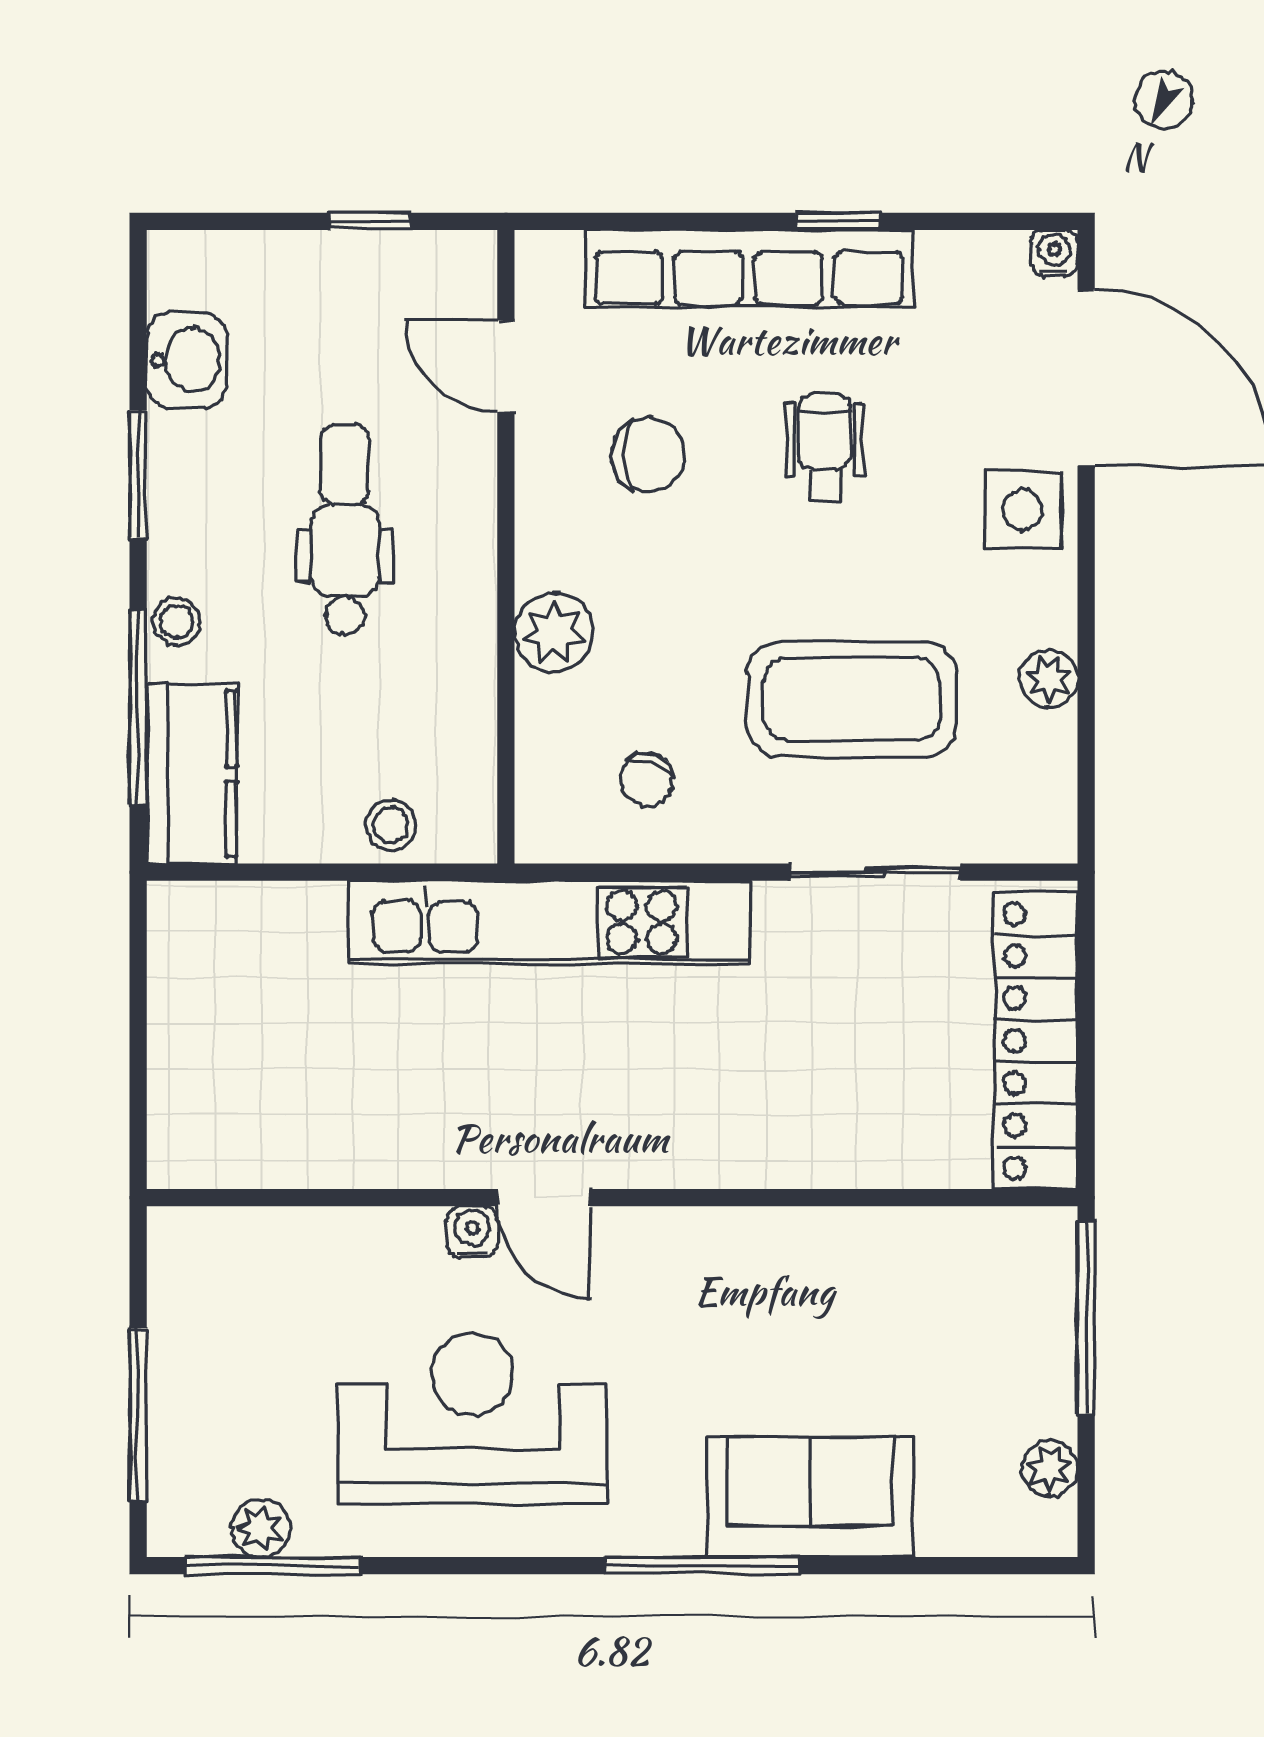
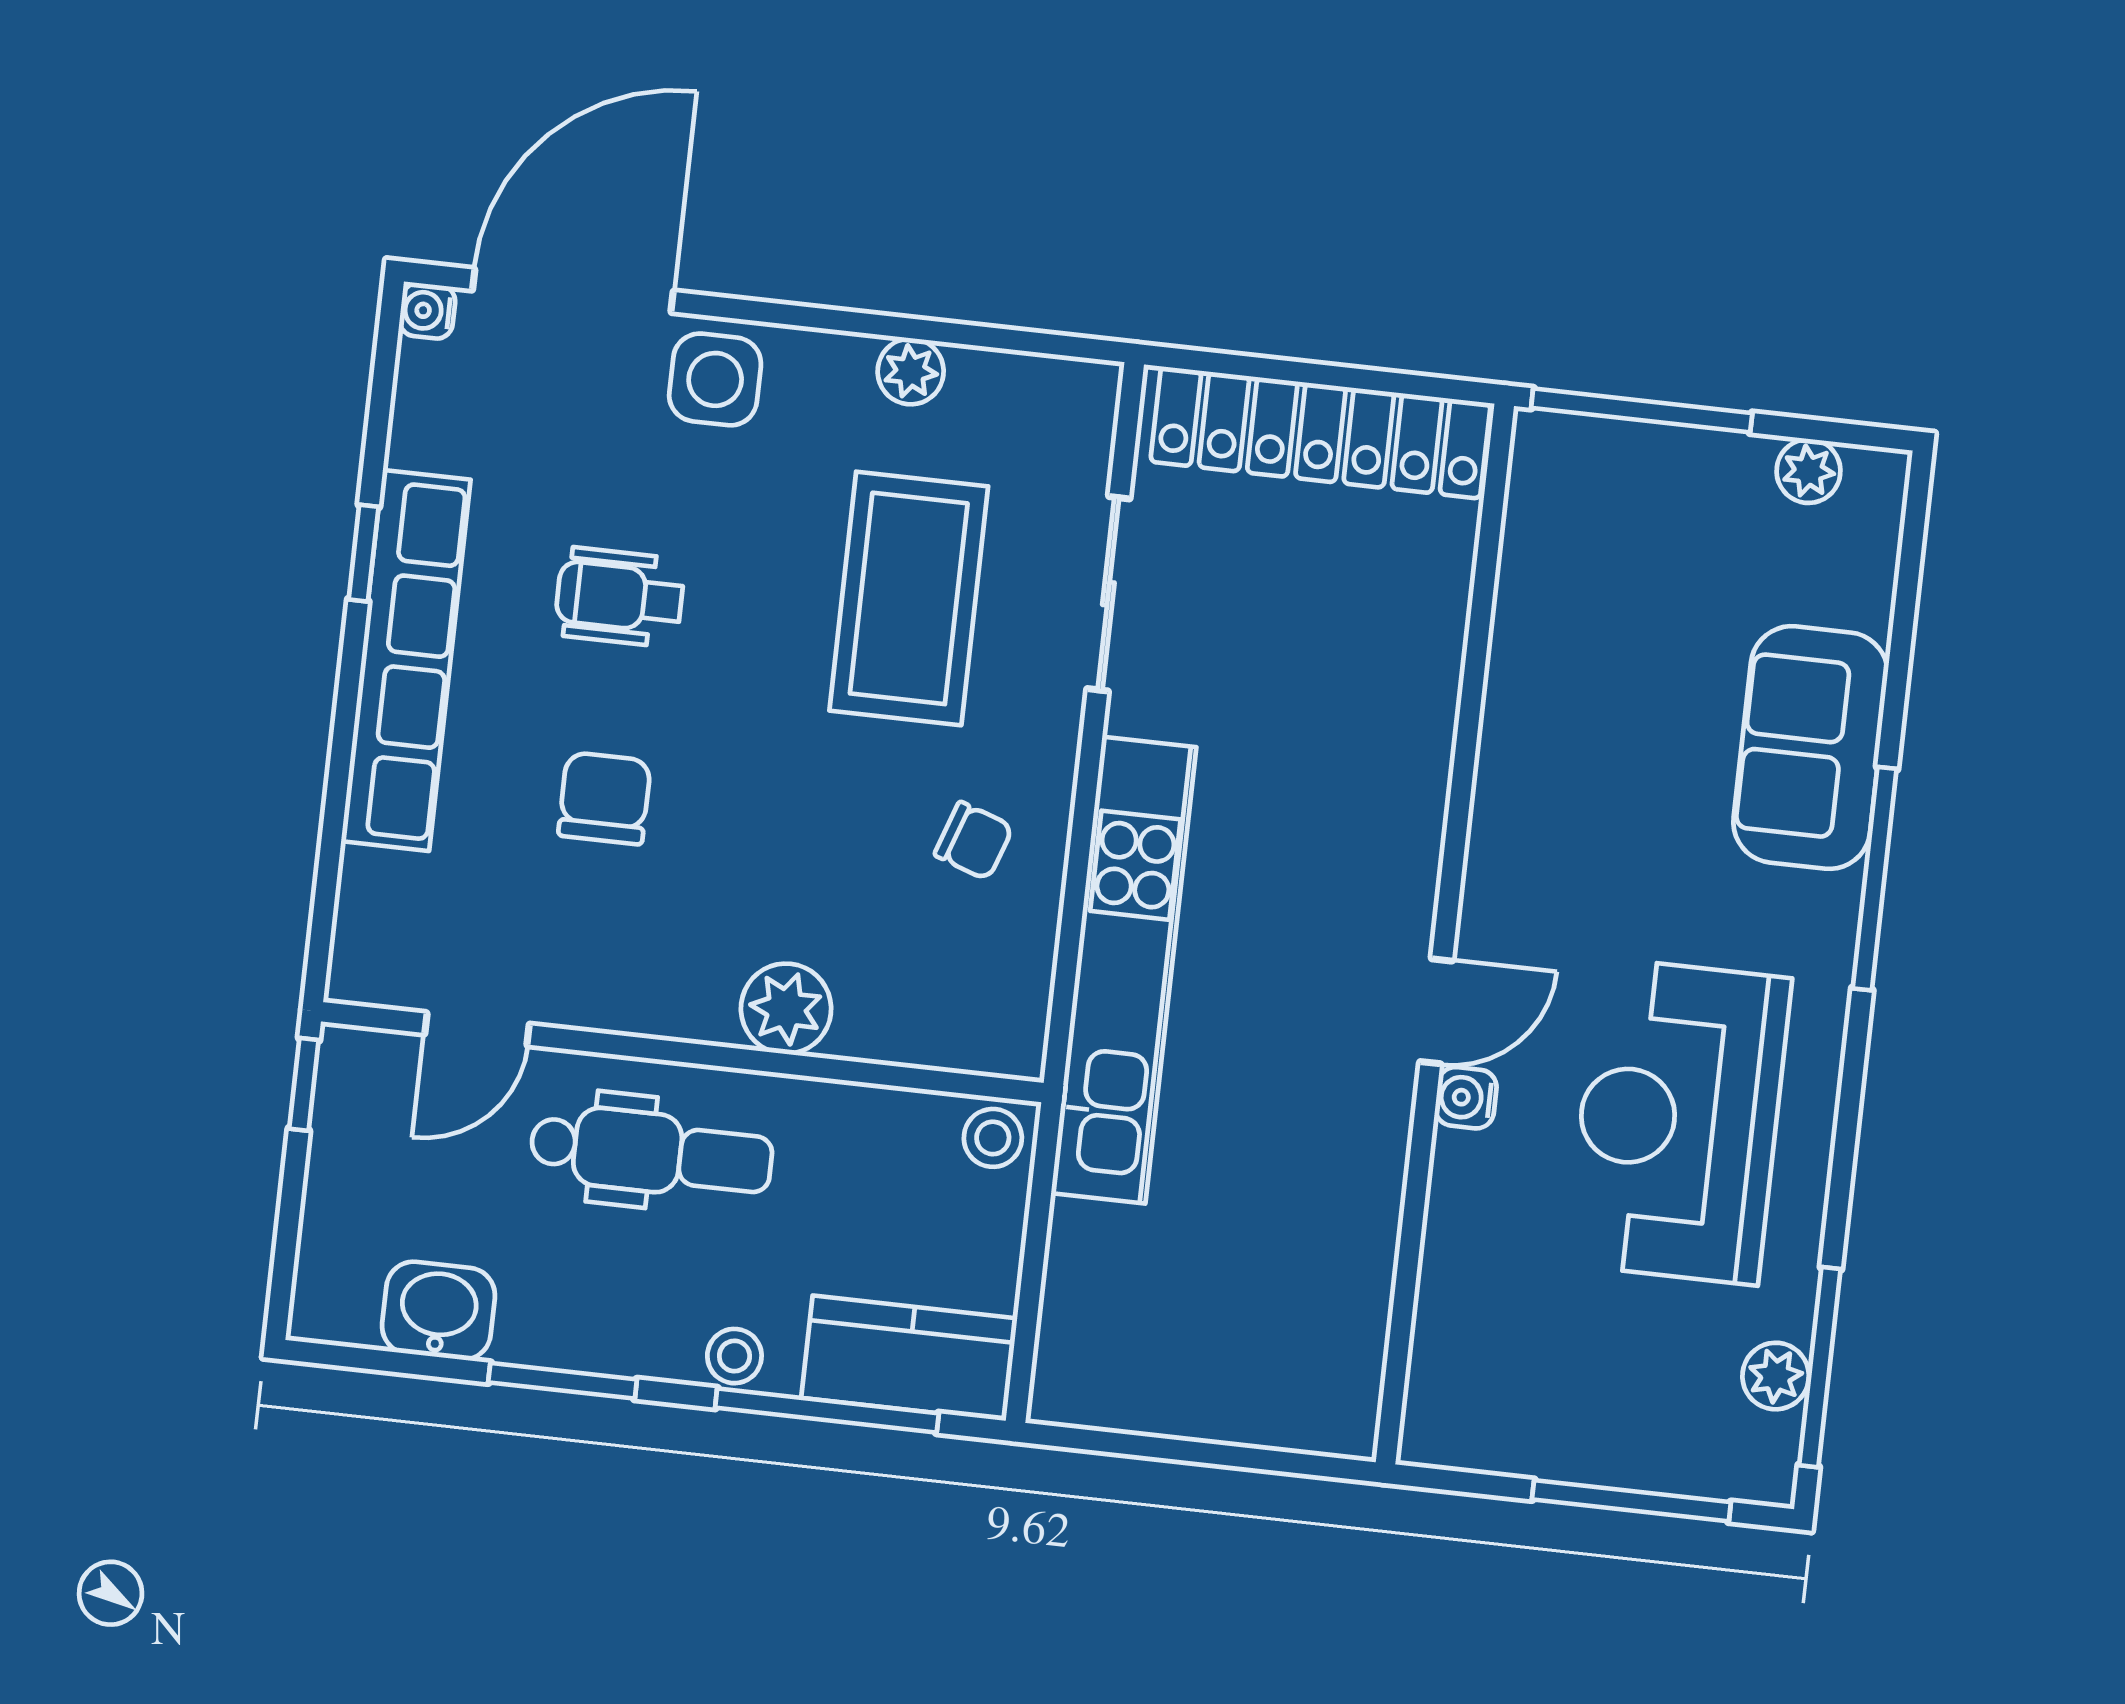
door: (506, 366) -> (477, 1029), moved
dental chair: (345, 530) -> (651, 1153), turned 180
wall: (506, 547) -> (682, 1052), moved
plant: (554, 633) -> (786, 1009), moved

